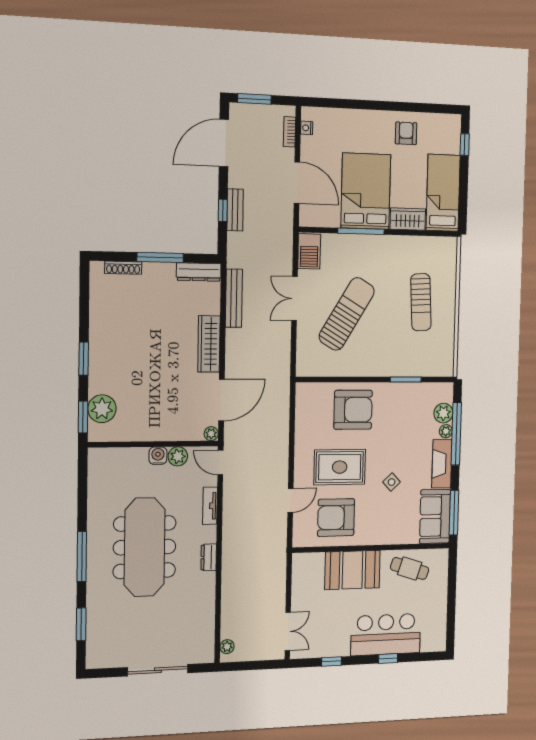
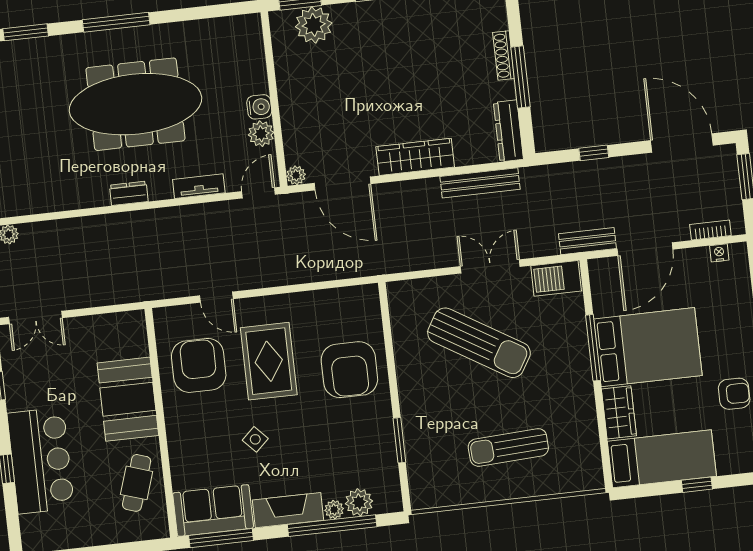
window: (465, 145) -> (697, 485), moved
bench: (235, 210) -> (587, 241), moved
shoe rack: (123, 268) -> (504, 55), moved

